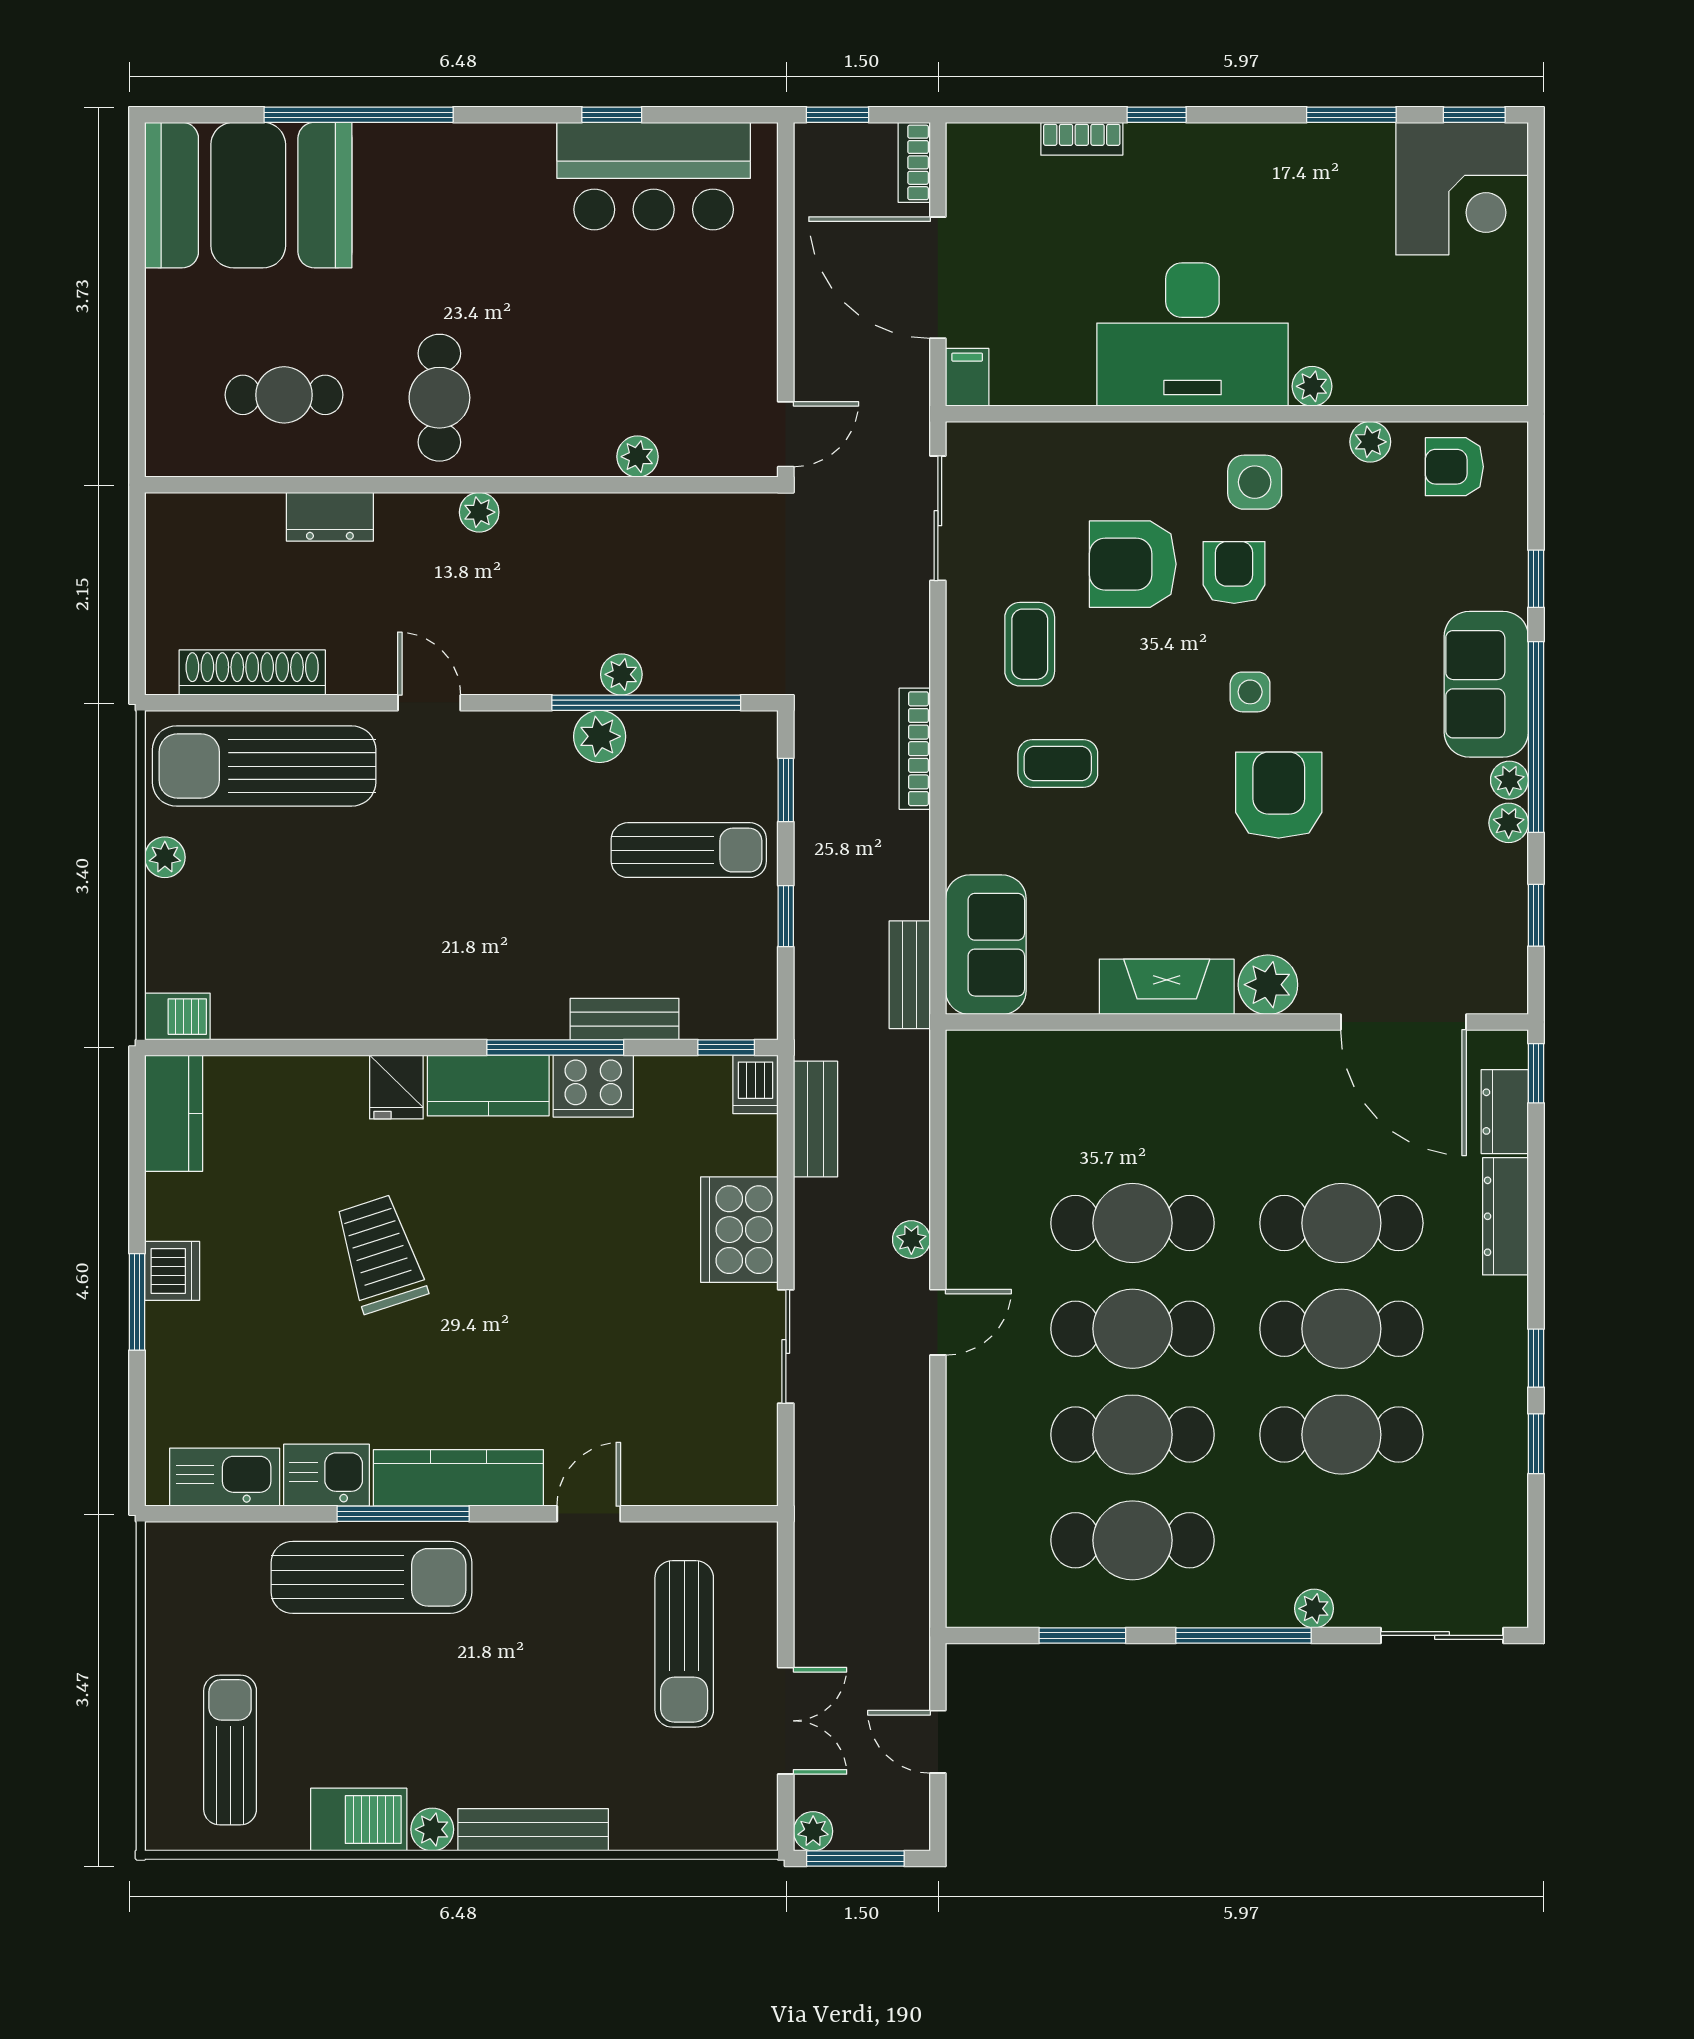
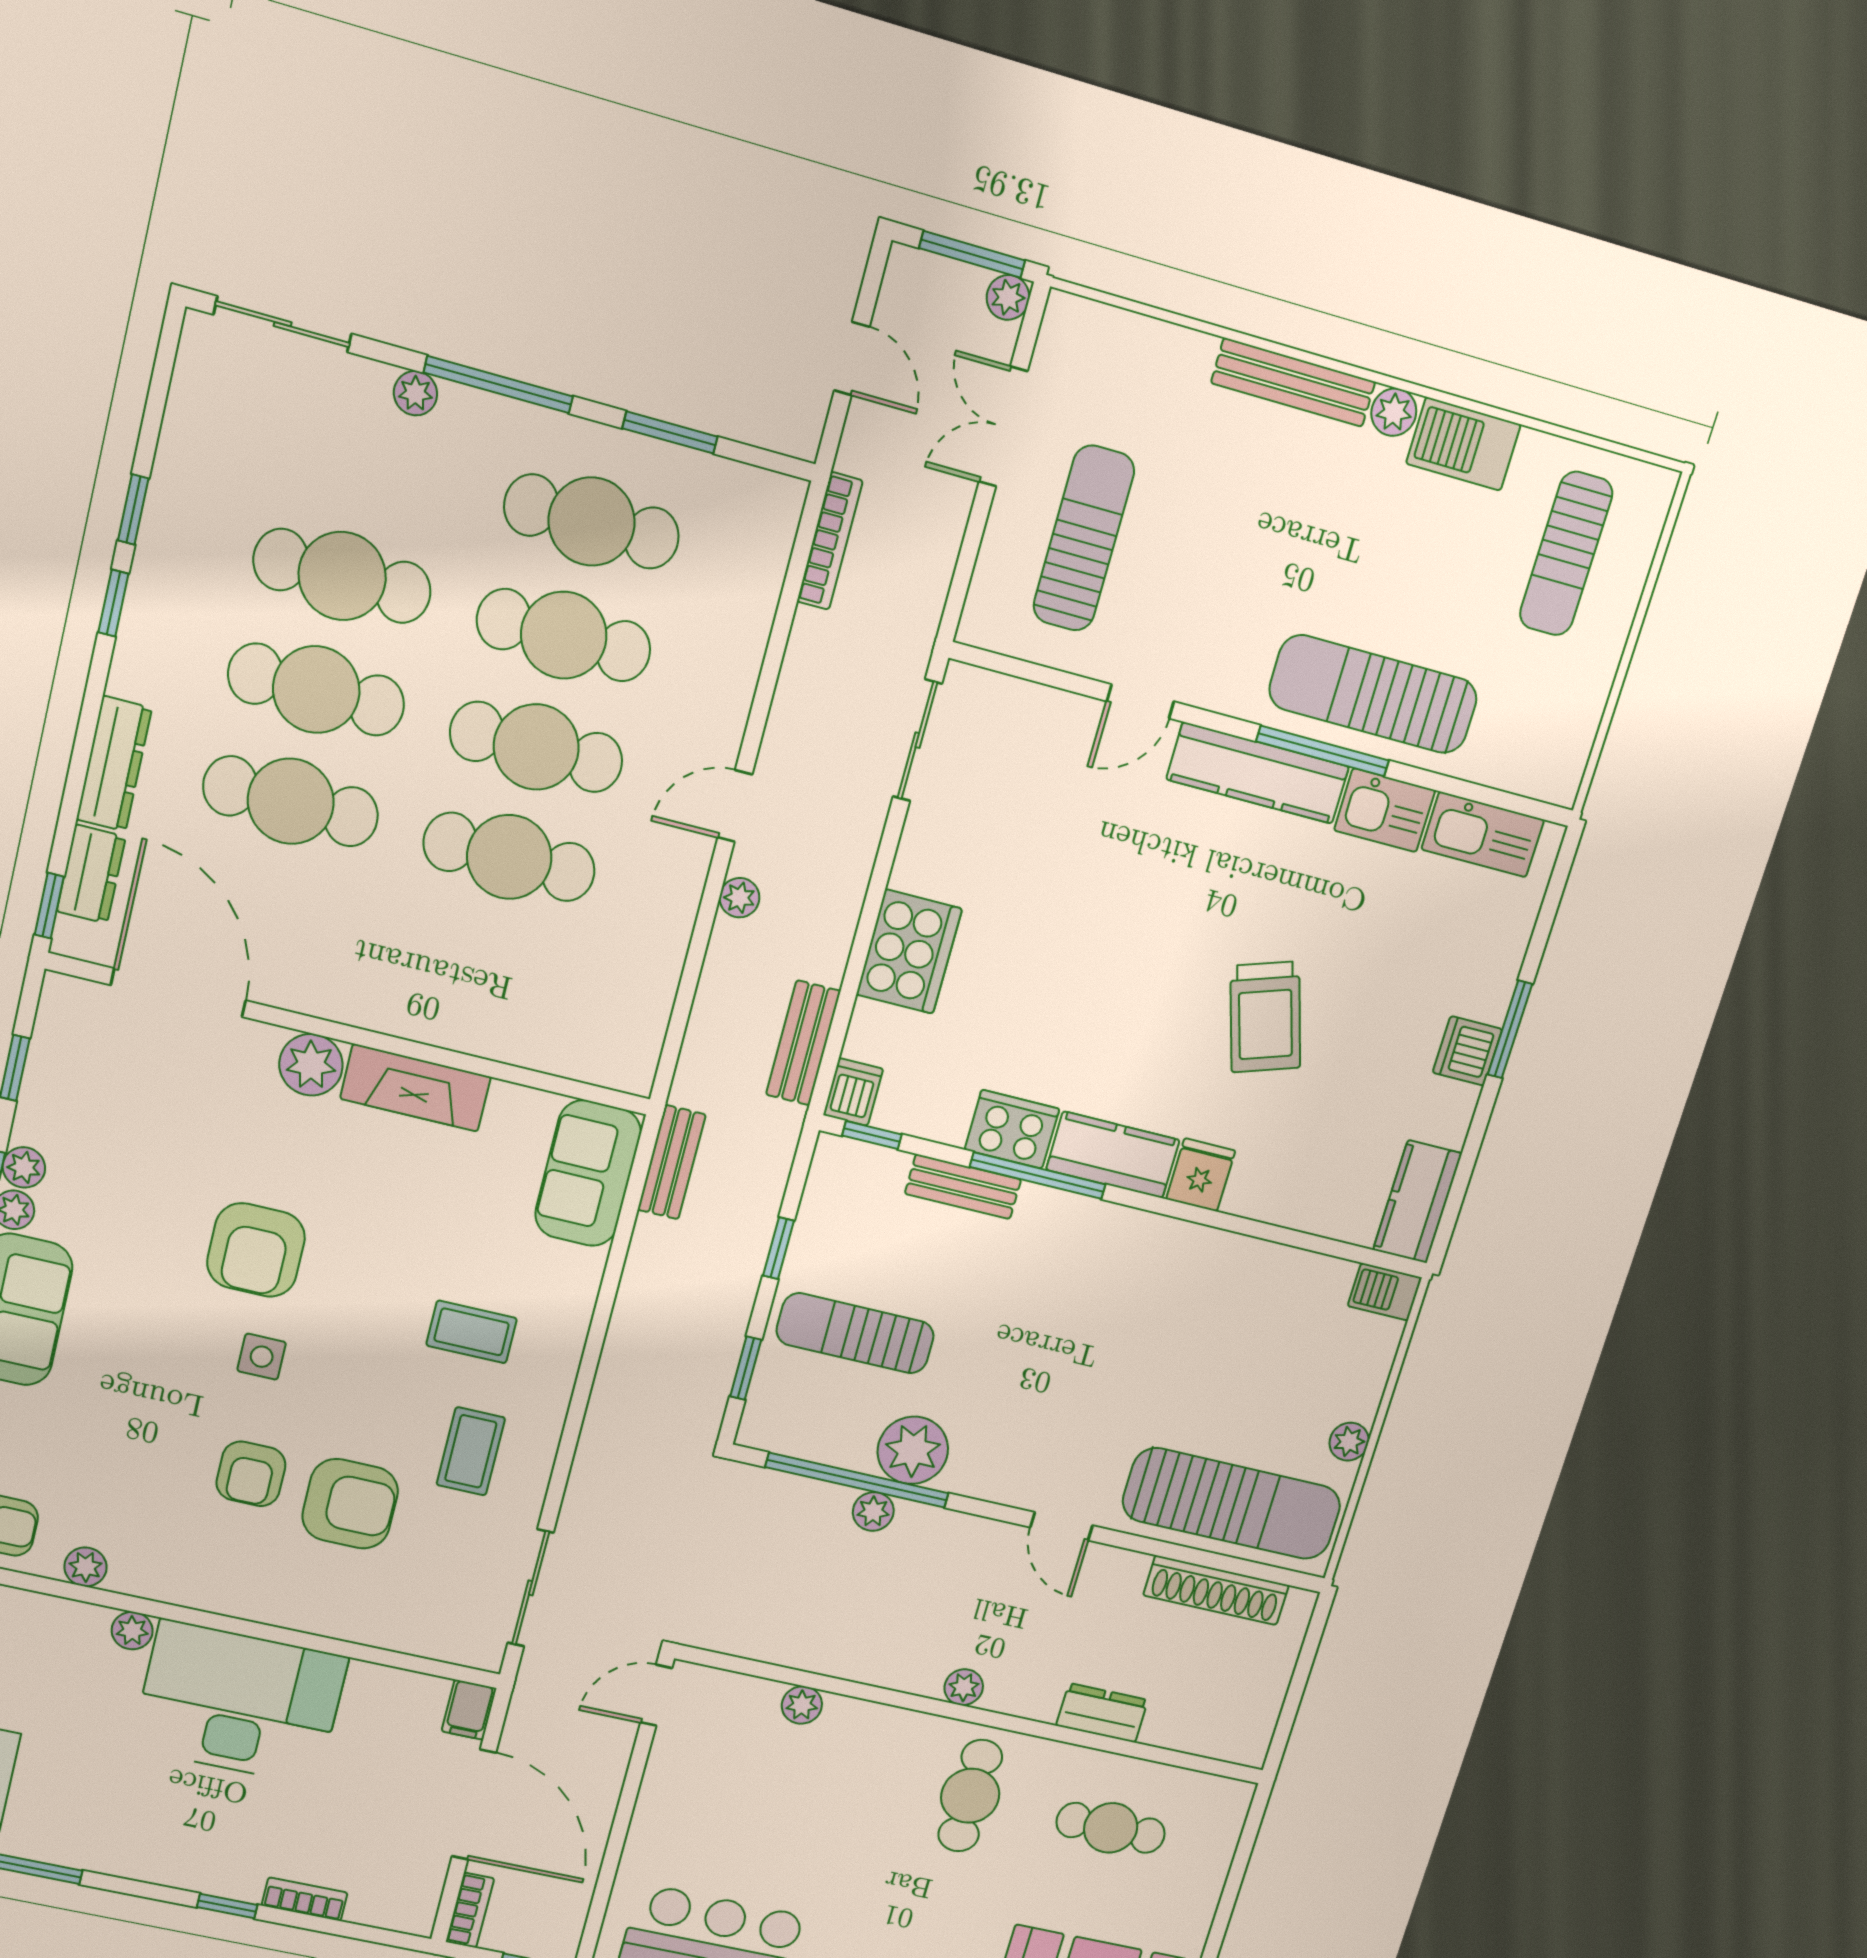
side table: (1255, 482) -> (210, 1554), removed
plant: (600, 736) -> (913, 1450), width x1.36, depth x1.36
bookcase: (915, 749) -> (830, 541), moved
sliding door: (786, 1346) -> (917, 740), moved

